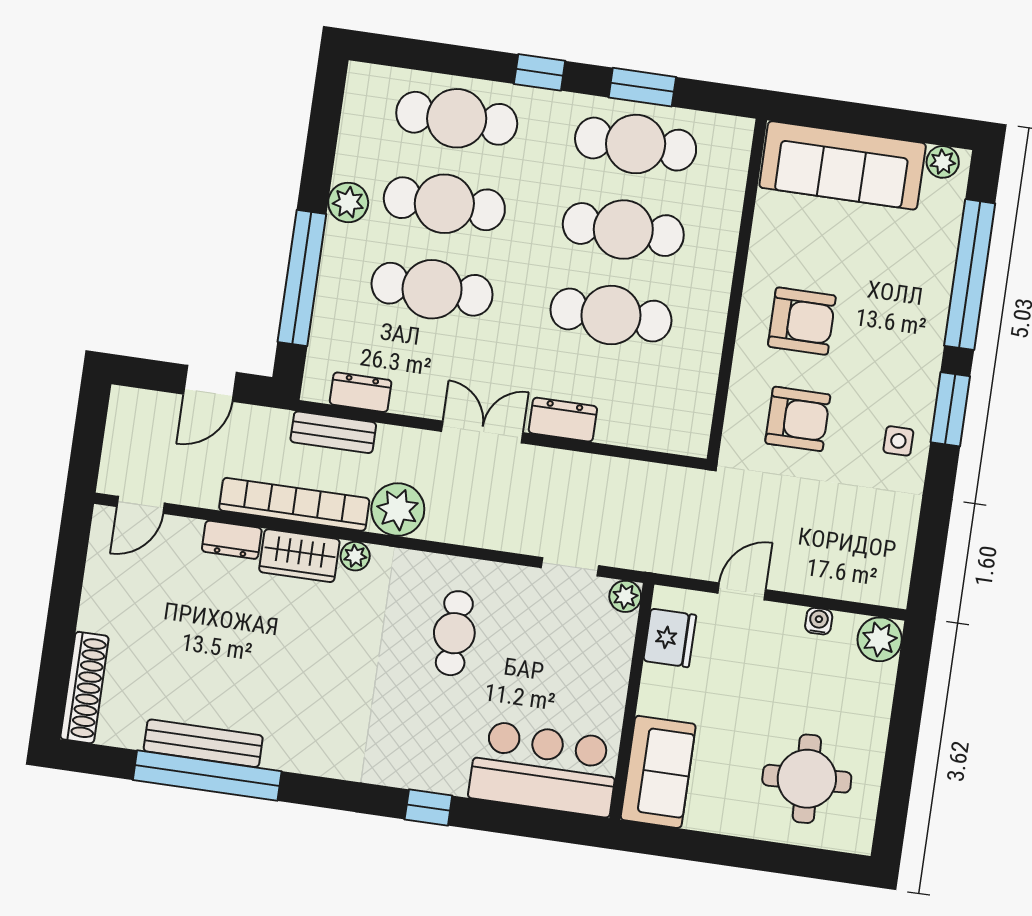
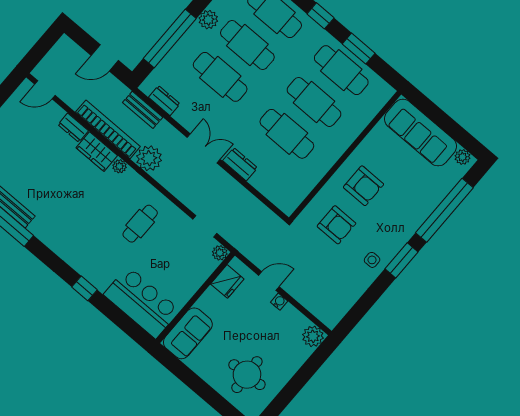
water cooler: (819, 621) -> (279, 302), moved

